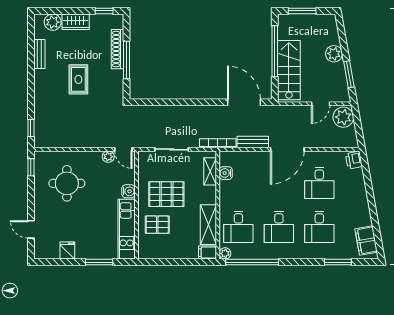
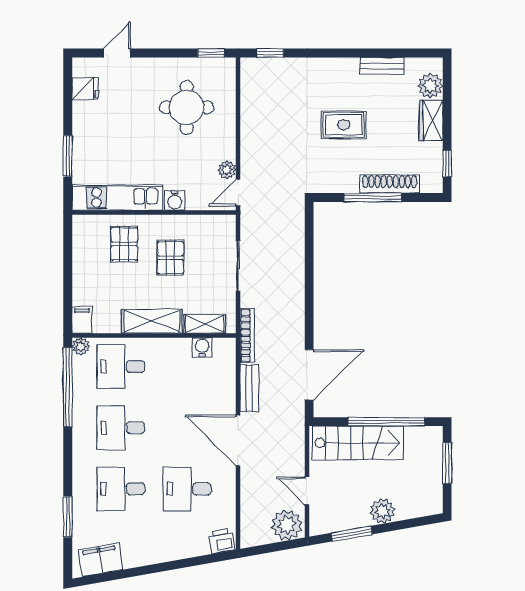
pallet: (166, 194) -> (170, 258), width x0.67, depth x0.71
shelving: (208, 225) -> (152, 321), moved
fridge: (67, 250) -> (85, 89), moved

